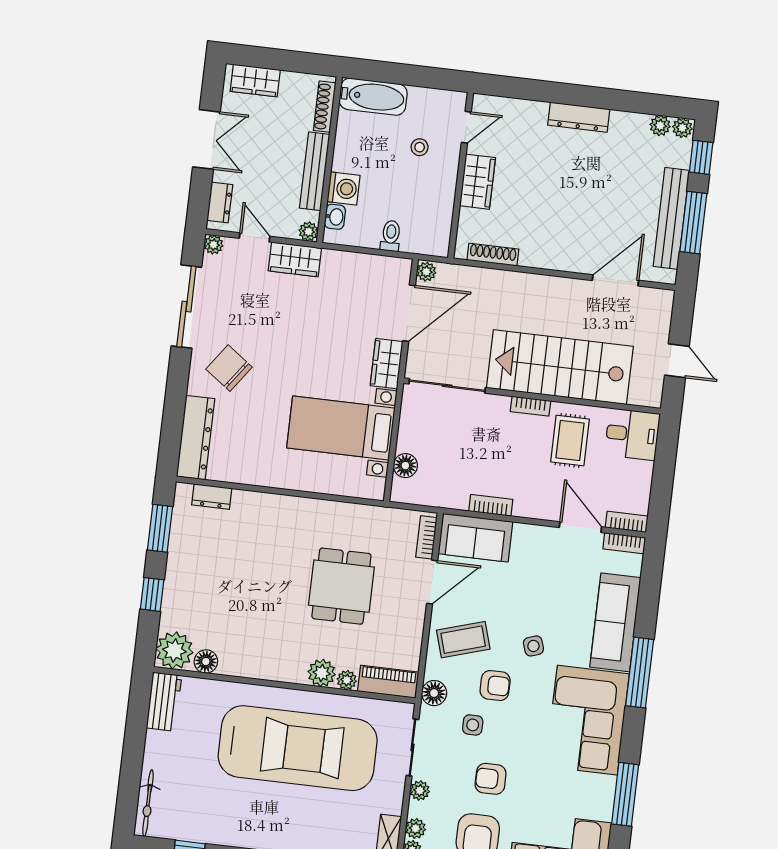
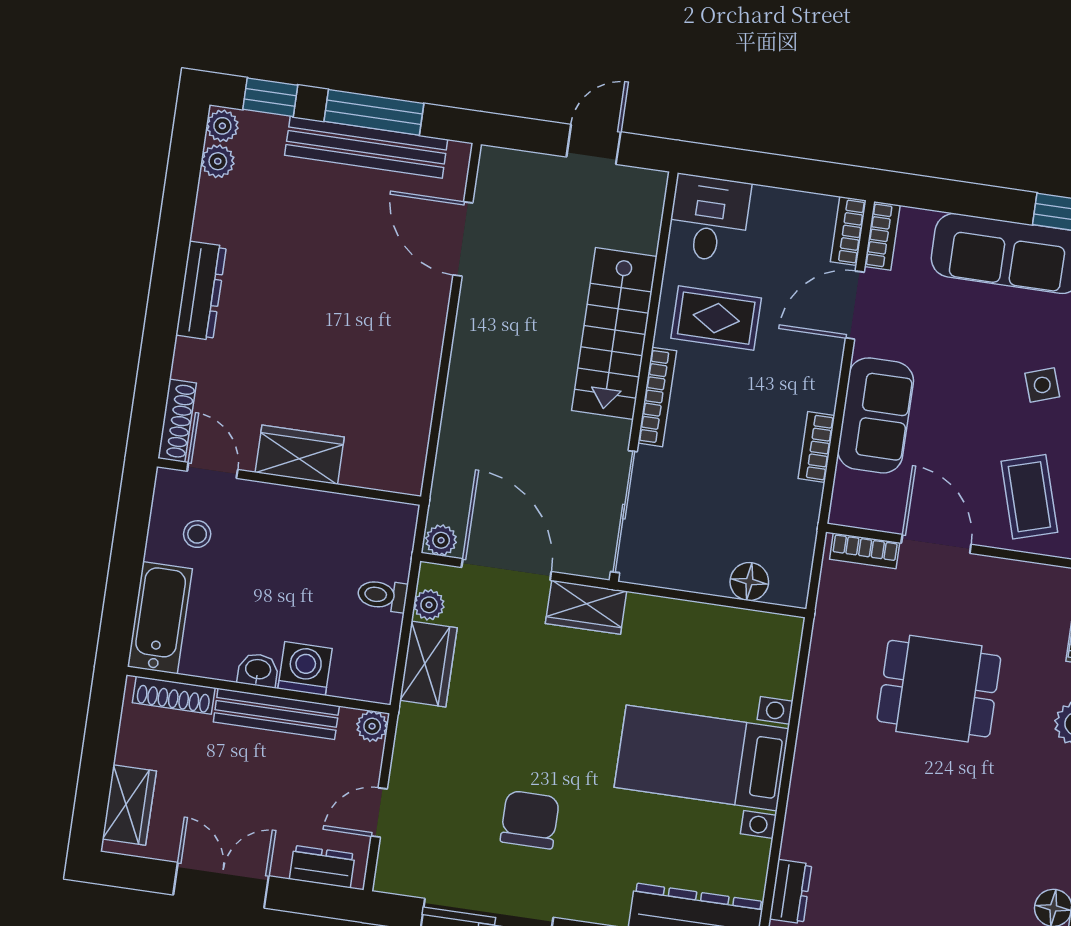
stool: (420, 147) -> (197, 534), moved
washbasin: (335, 217) -> (258, 670), moved
plant: (214, 245) -> (429, 605), moved
shoe rack: (493, 255) -> (177, 421), moved, turned 180
wardrobe: (295, 259) -> (428, 664), moved
stairs: (560, 367) -> (614, 333), width x0.73, depth x0.66
chair: (229, 368) -> (530, 820), moved, turned 144
bookcase: (530, 406) -> (657, 397), width x1.56
bed with nightstands: (341, 428) -> (702, 758), moved, turned 90
sofa: (475, 538) -> (876, 415), moved

